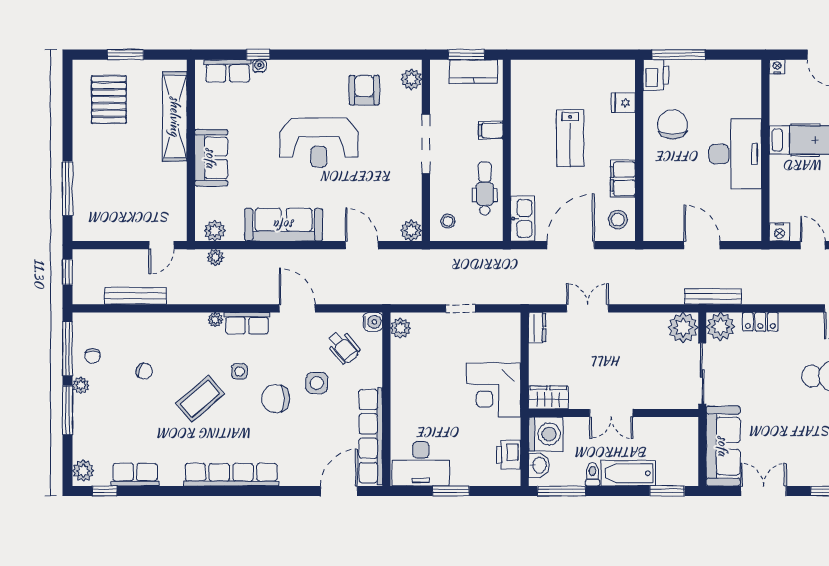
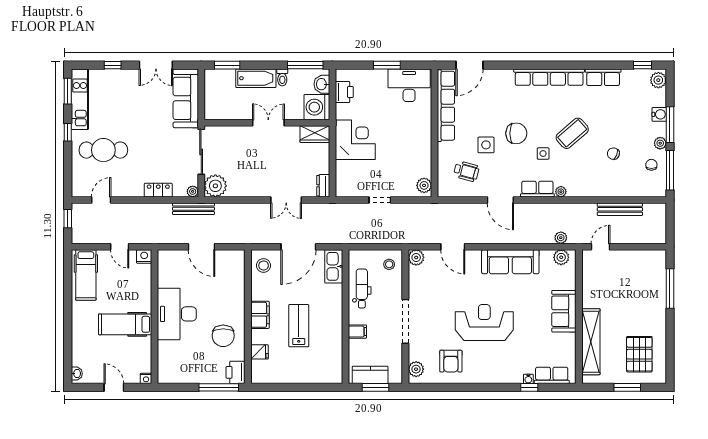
filing cabinet: (623, 179) -> (260, 315), moved
dental chair: (485, 189) -> (362, 288), turned 180
window: (67, 272) -> (670, 227), removed
water cooler: (373, 322) -> (659, 114), moved, turned 180
plant: (721, 327) -> (193, 191), width x0.53, depth x0.53
wheelchair: (343, 347) -> (466, 171), turned 146
row of seats: (135, 475) -> (603, 77), moved

